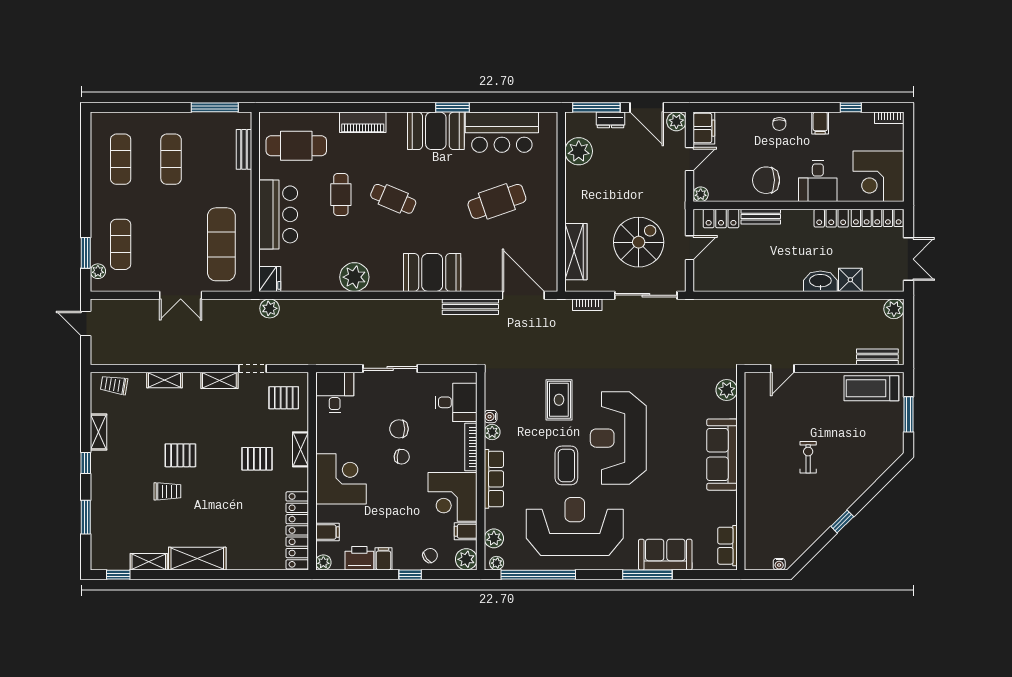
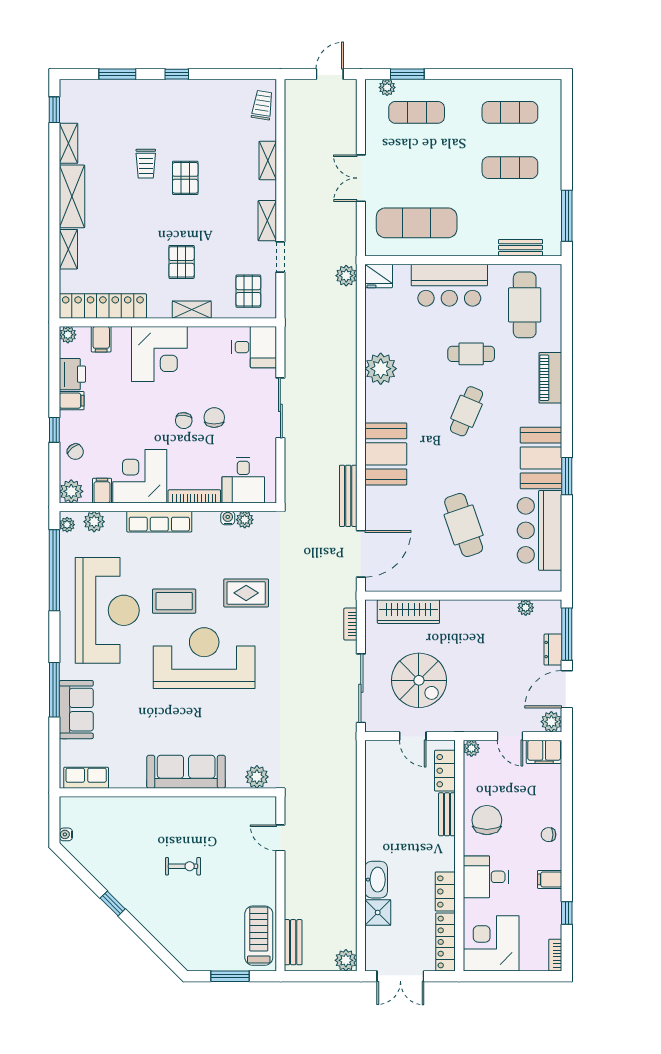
plant: (579, 151) -> (526, 608), width x0.53, depth x0.53
shelving: (99, 432) -> (68, 249), moved, turned 90
plant: (492, 432) -> (245, 520), moved

